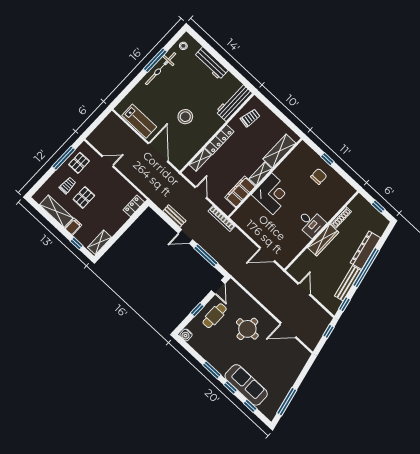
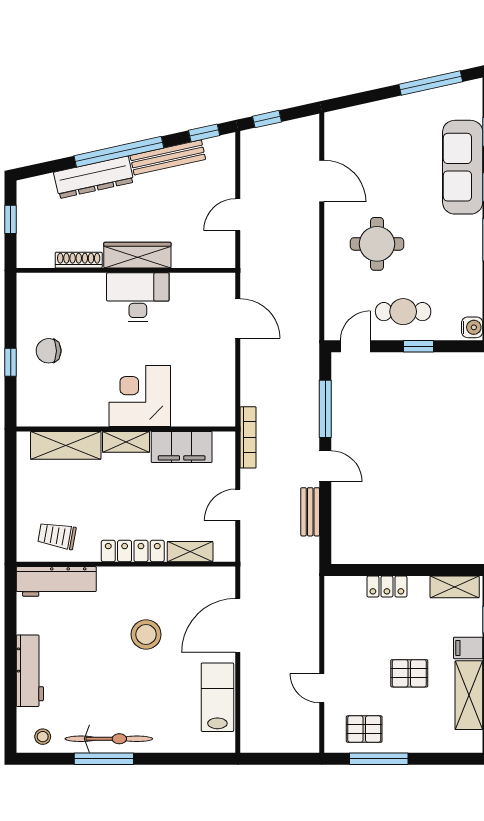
trolley: (67, 185) -> (414, 715), removed
locker: (134, 206) -> (387, 586), moved
desk: (311, 223) -> (138, 297), width x1.37

